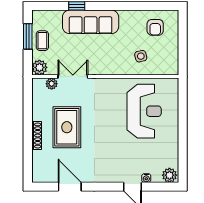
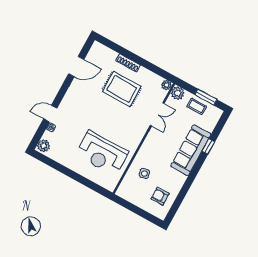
plant: (52, 84) -> (166, 85), moved

